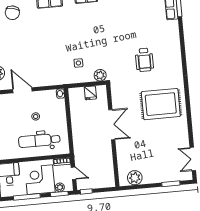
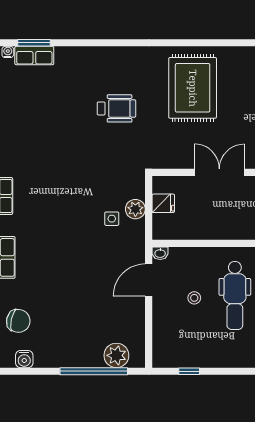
plant: (100, 75) -> (135, 209), moved
door: (22, 90) -> (149, 280), moved

